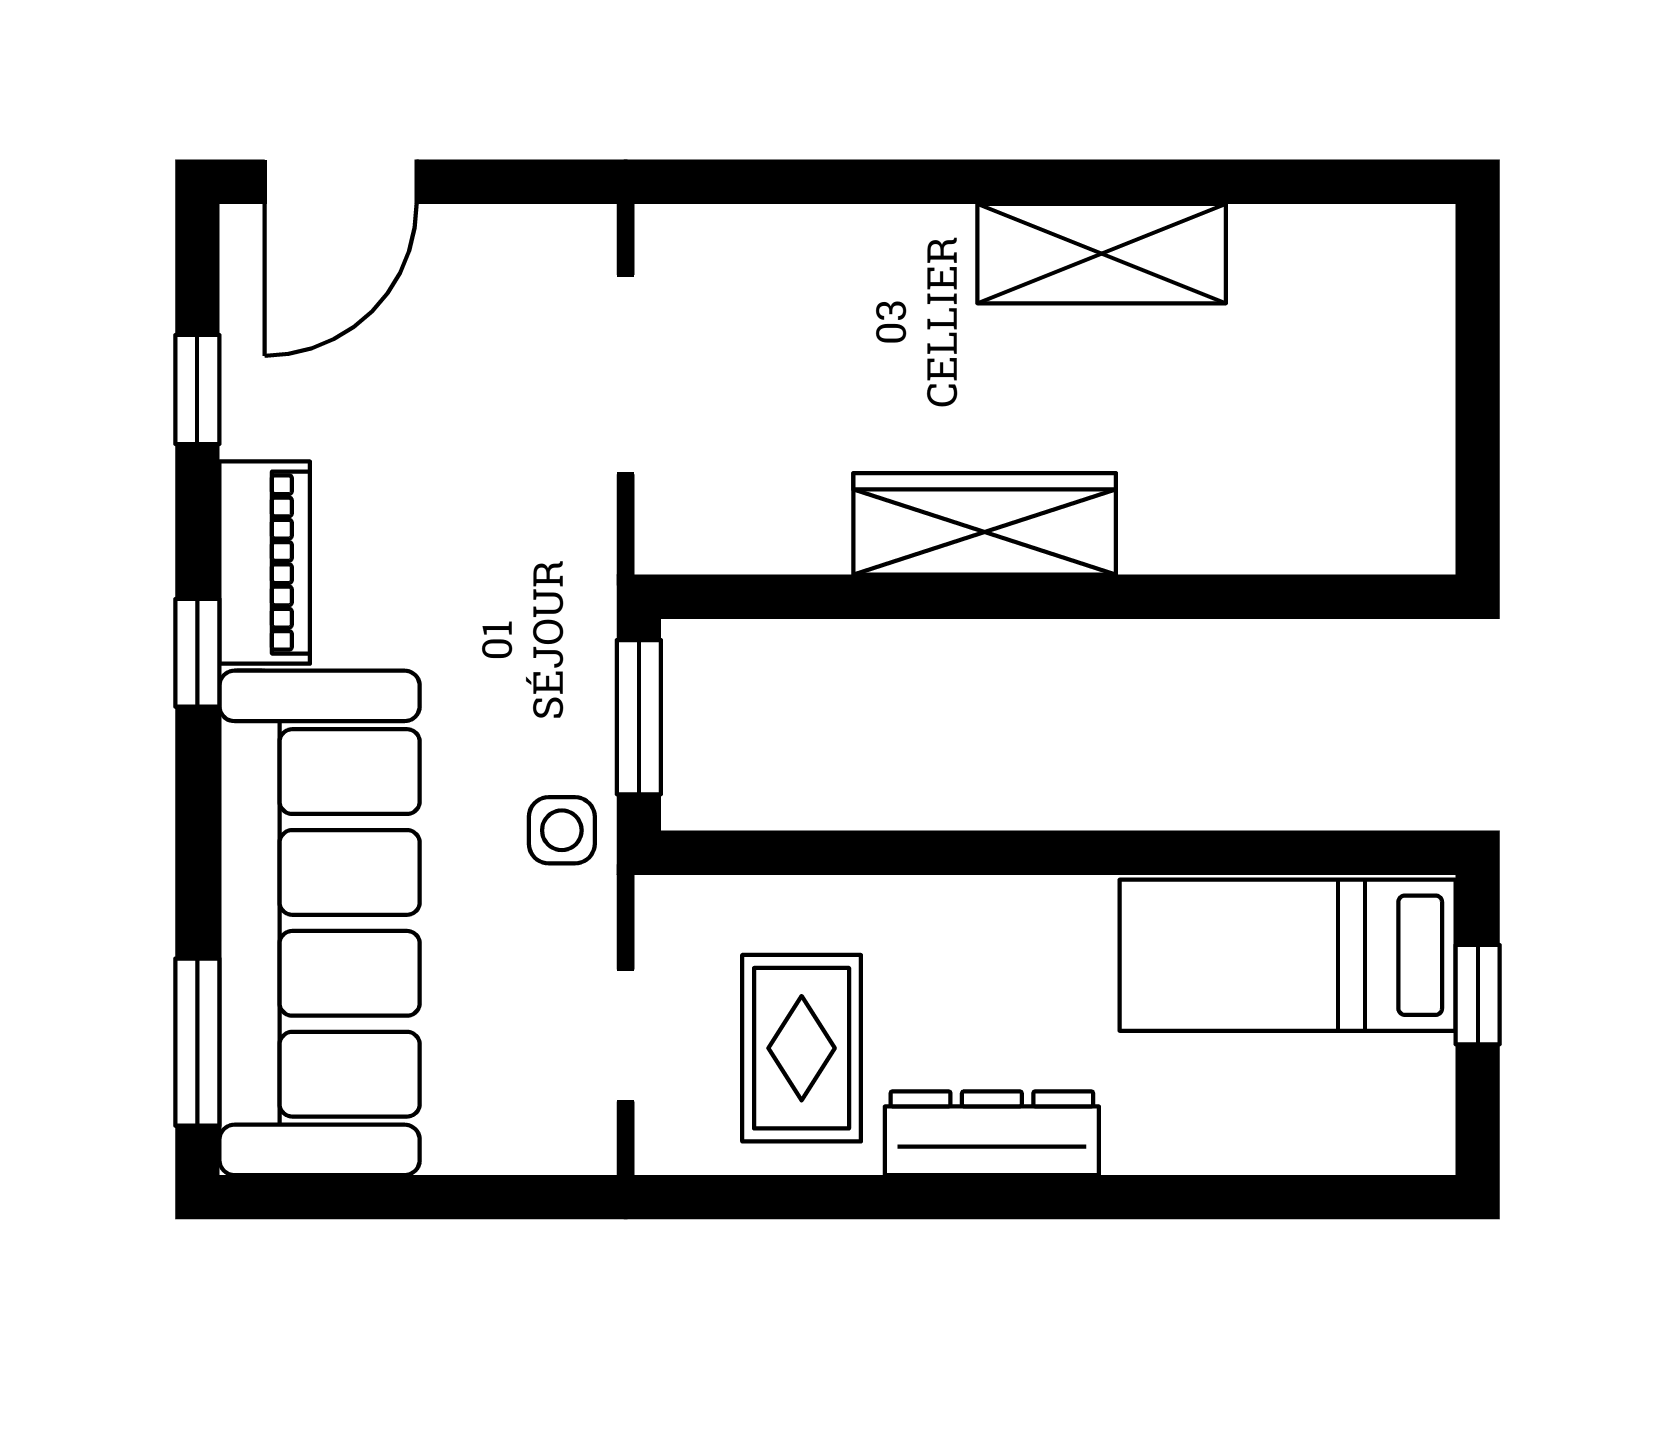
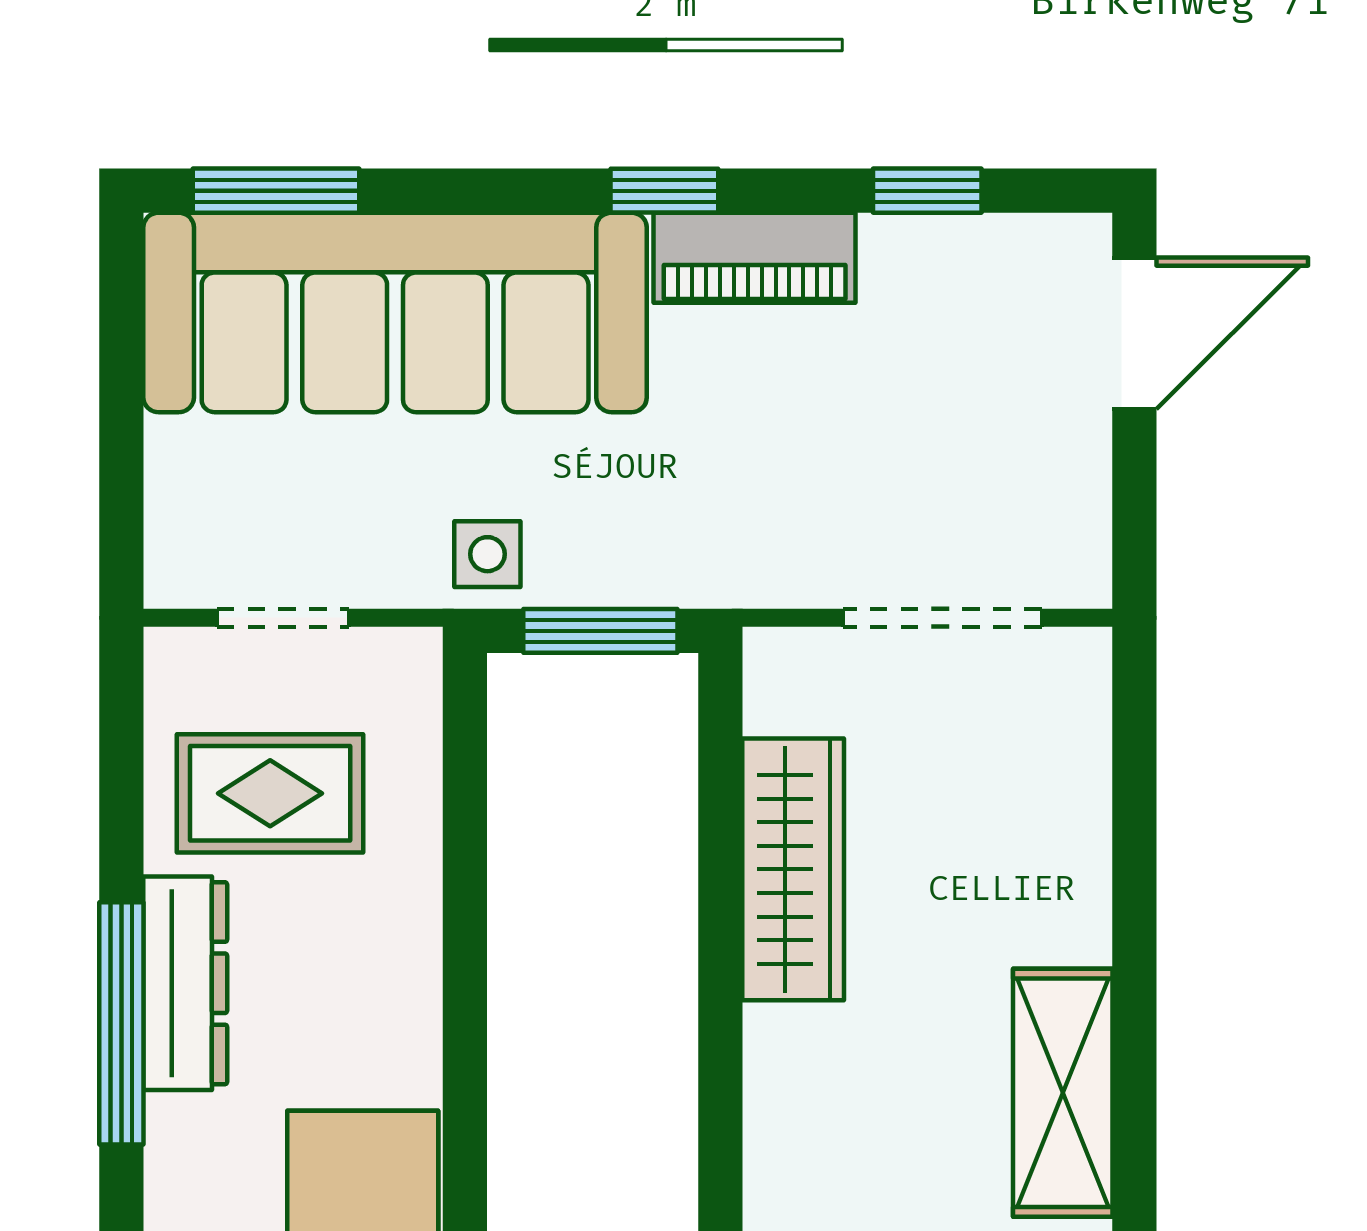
door: (341, 182) -> (1134, 333), swing flipped
wardrobe: (985, 524) -> (793, 869), moved
window: (1032, 1197) -> (121, 1023), added

